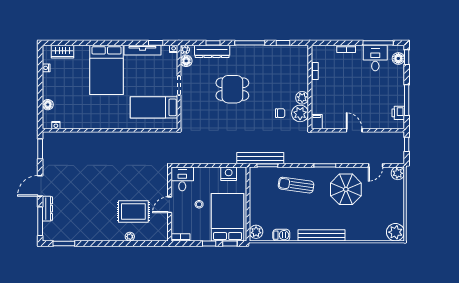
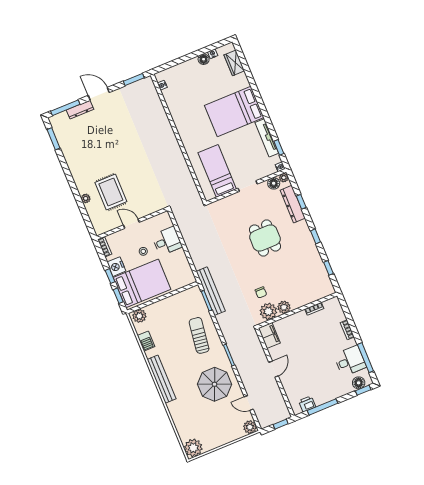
window: (250, 43) -> (315, 236), width x0.46
floor lamp: (48, 105) -> (204, 59), moved
filing cabinet: (317, 122) -> (269, 336), width x2.00
nightstand: (229, 174) -> (116, 267), moved, turned 180
desk: (182, 179) -> (167, 241), moved

